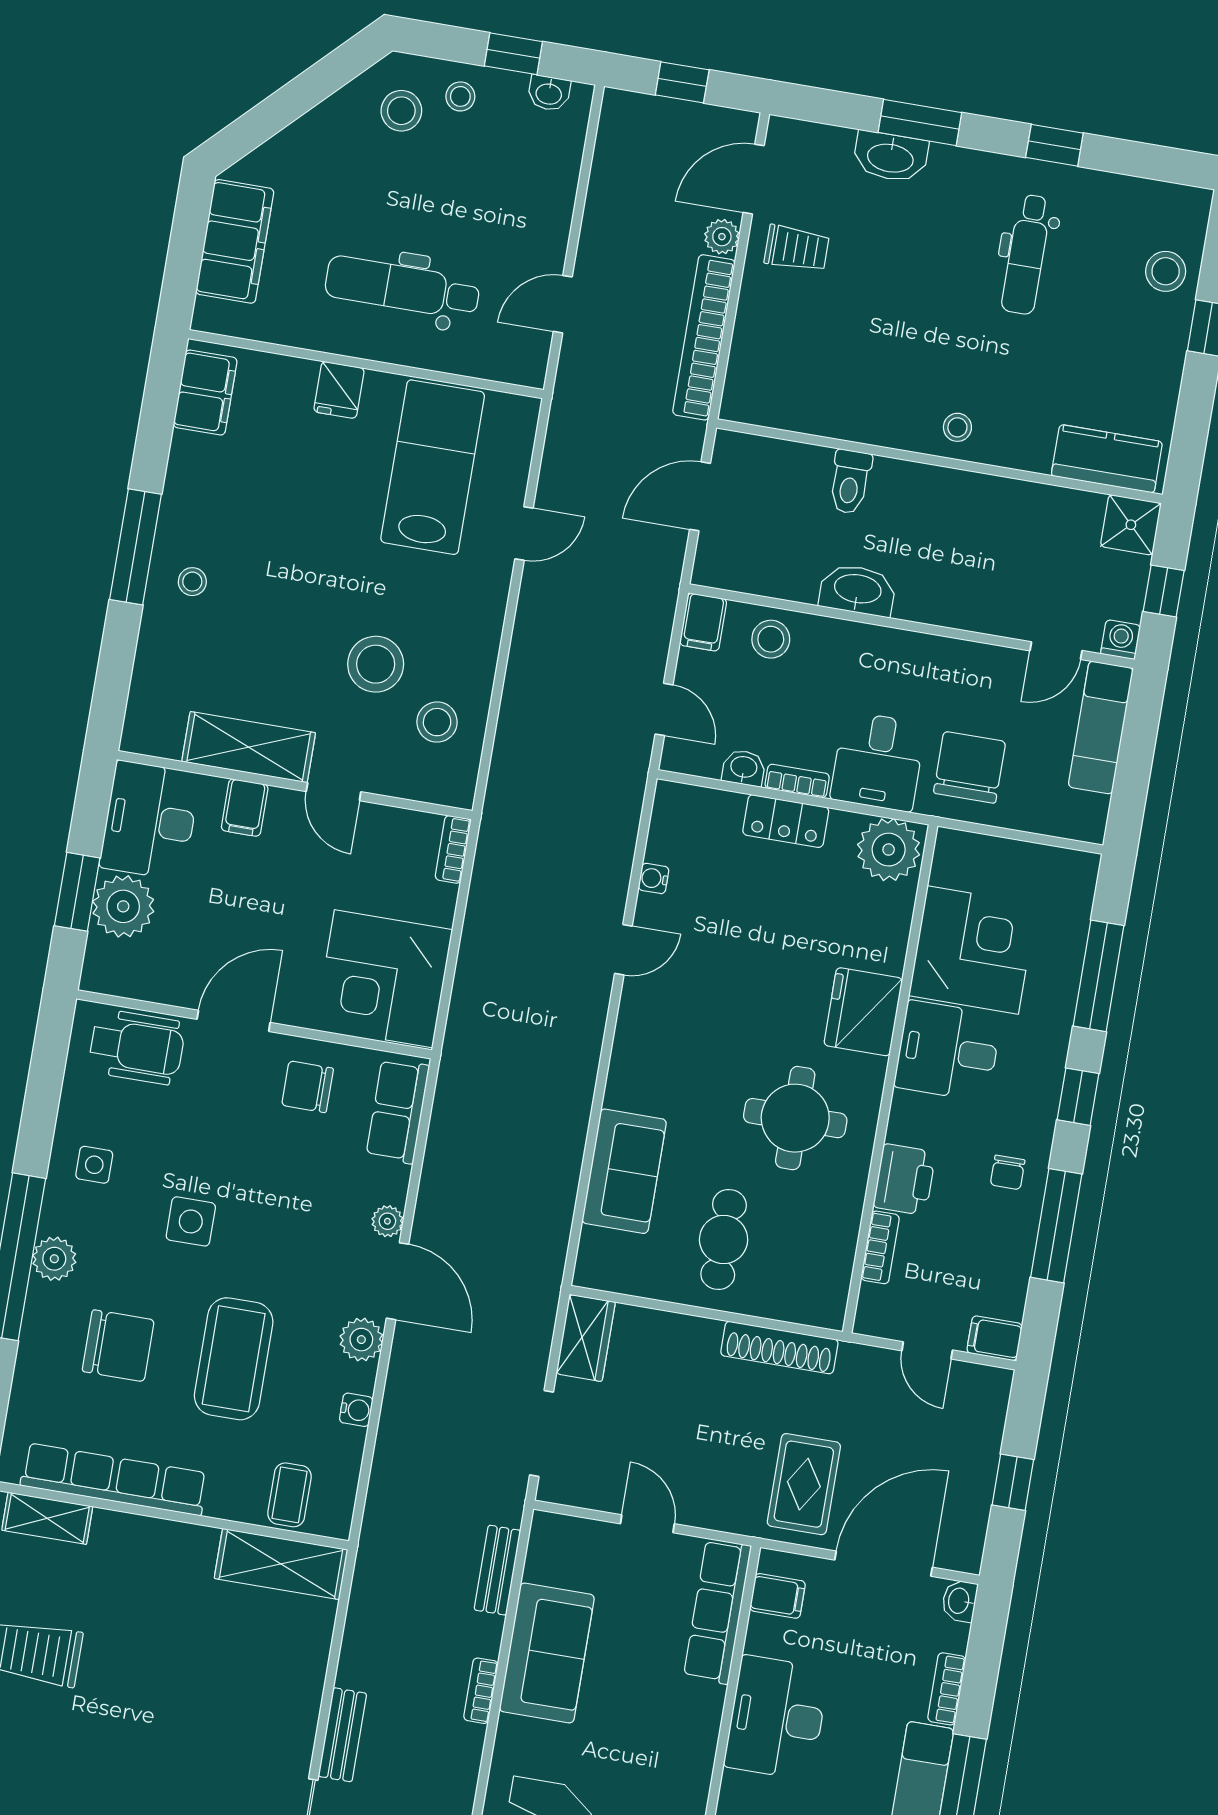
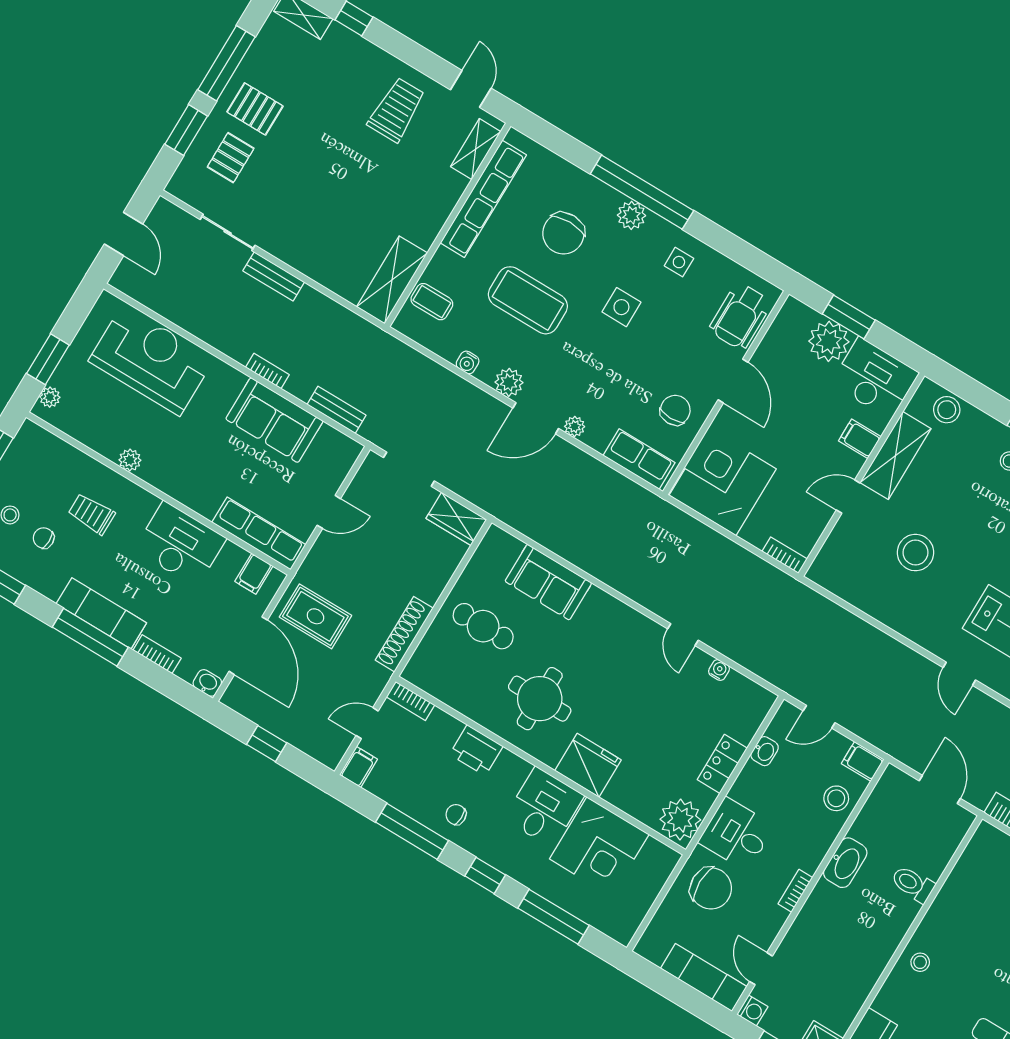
stool: (437, 722) -> (947, 410), moved
bookcase: (797, 781) -> (795, 891), moved, turned 180
bookcase: (880, 1247) -> (411, 701), moved

